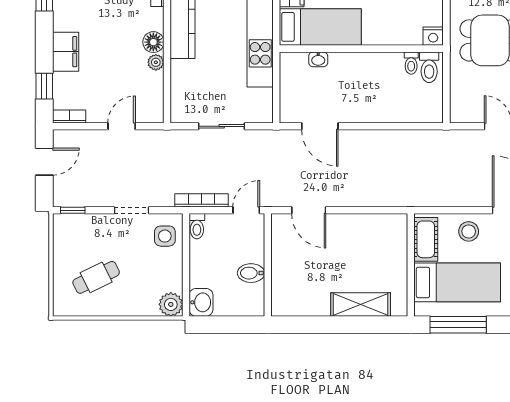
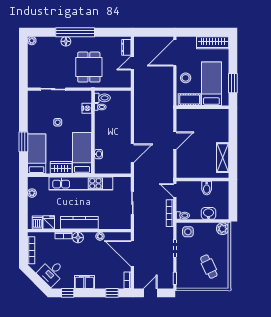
nightstand: (433, 36) -> (87, 108), moved
floor lamp: (153, 42) -> (78, 238), moved
filing cabinet: (66, 52) -> (84, 282), moved
door: (122, 126) -> (132, 254), width x1.88
door: (44, 162) -> (150, 293), hinge flipped
door: (309, 210) -> (175, 141), moved
washbasin: (201, 302) -> (208, 213), moved
shelving: (361, 305) -> (223, 158), moved
window: (458, 325) -> (233, 83), width x0.69

